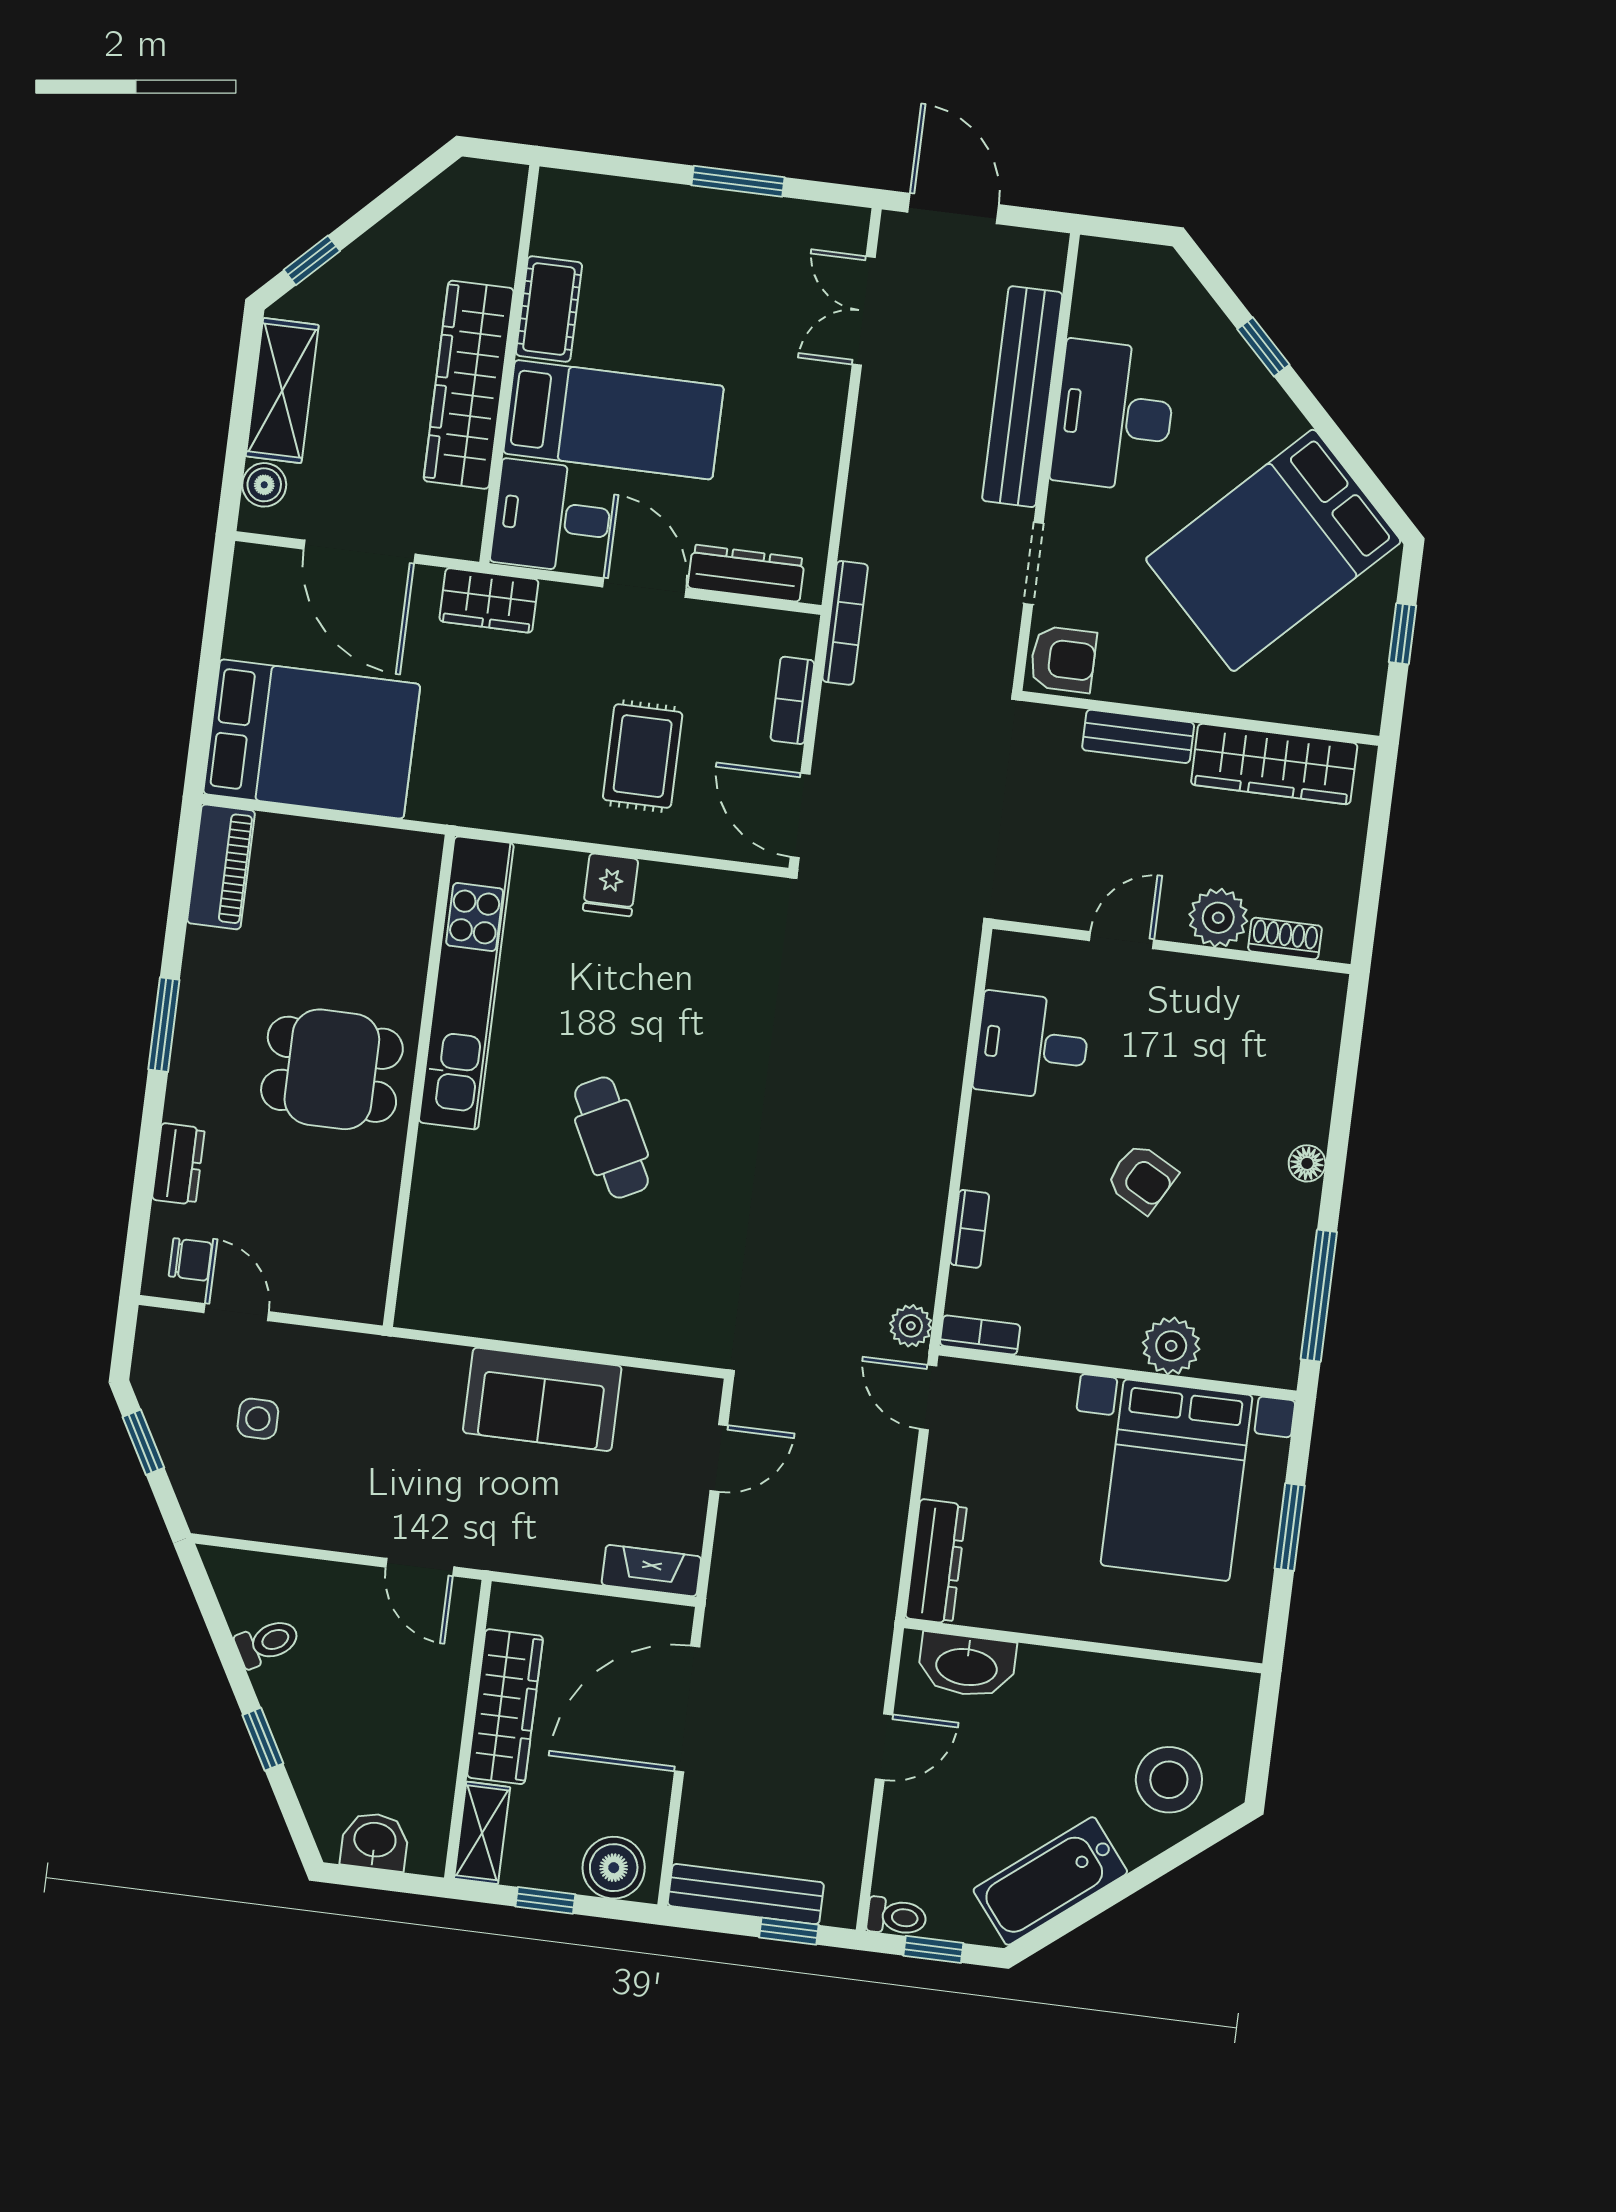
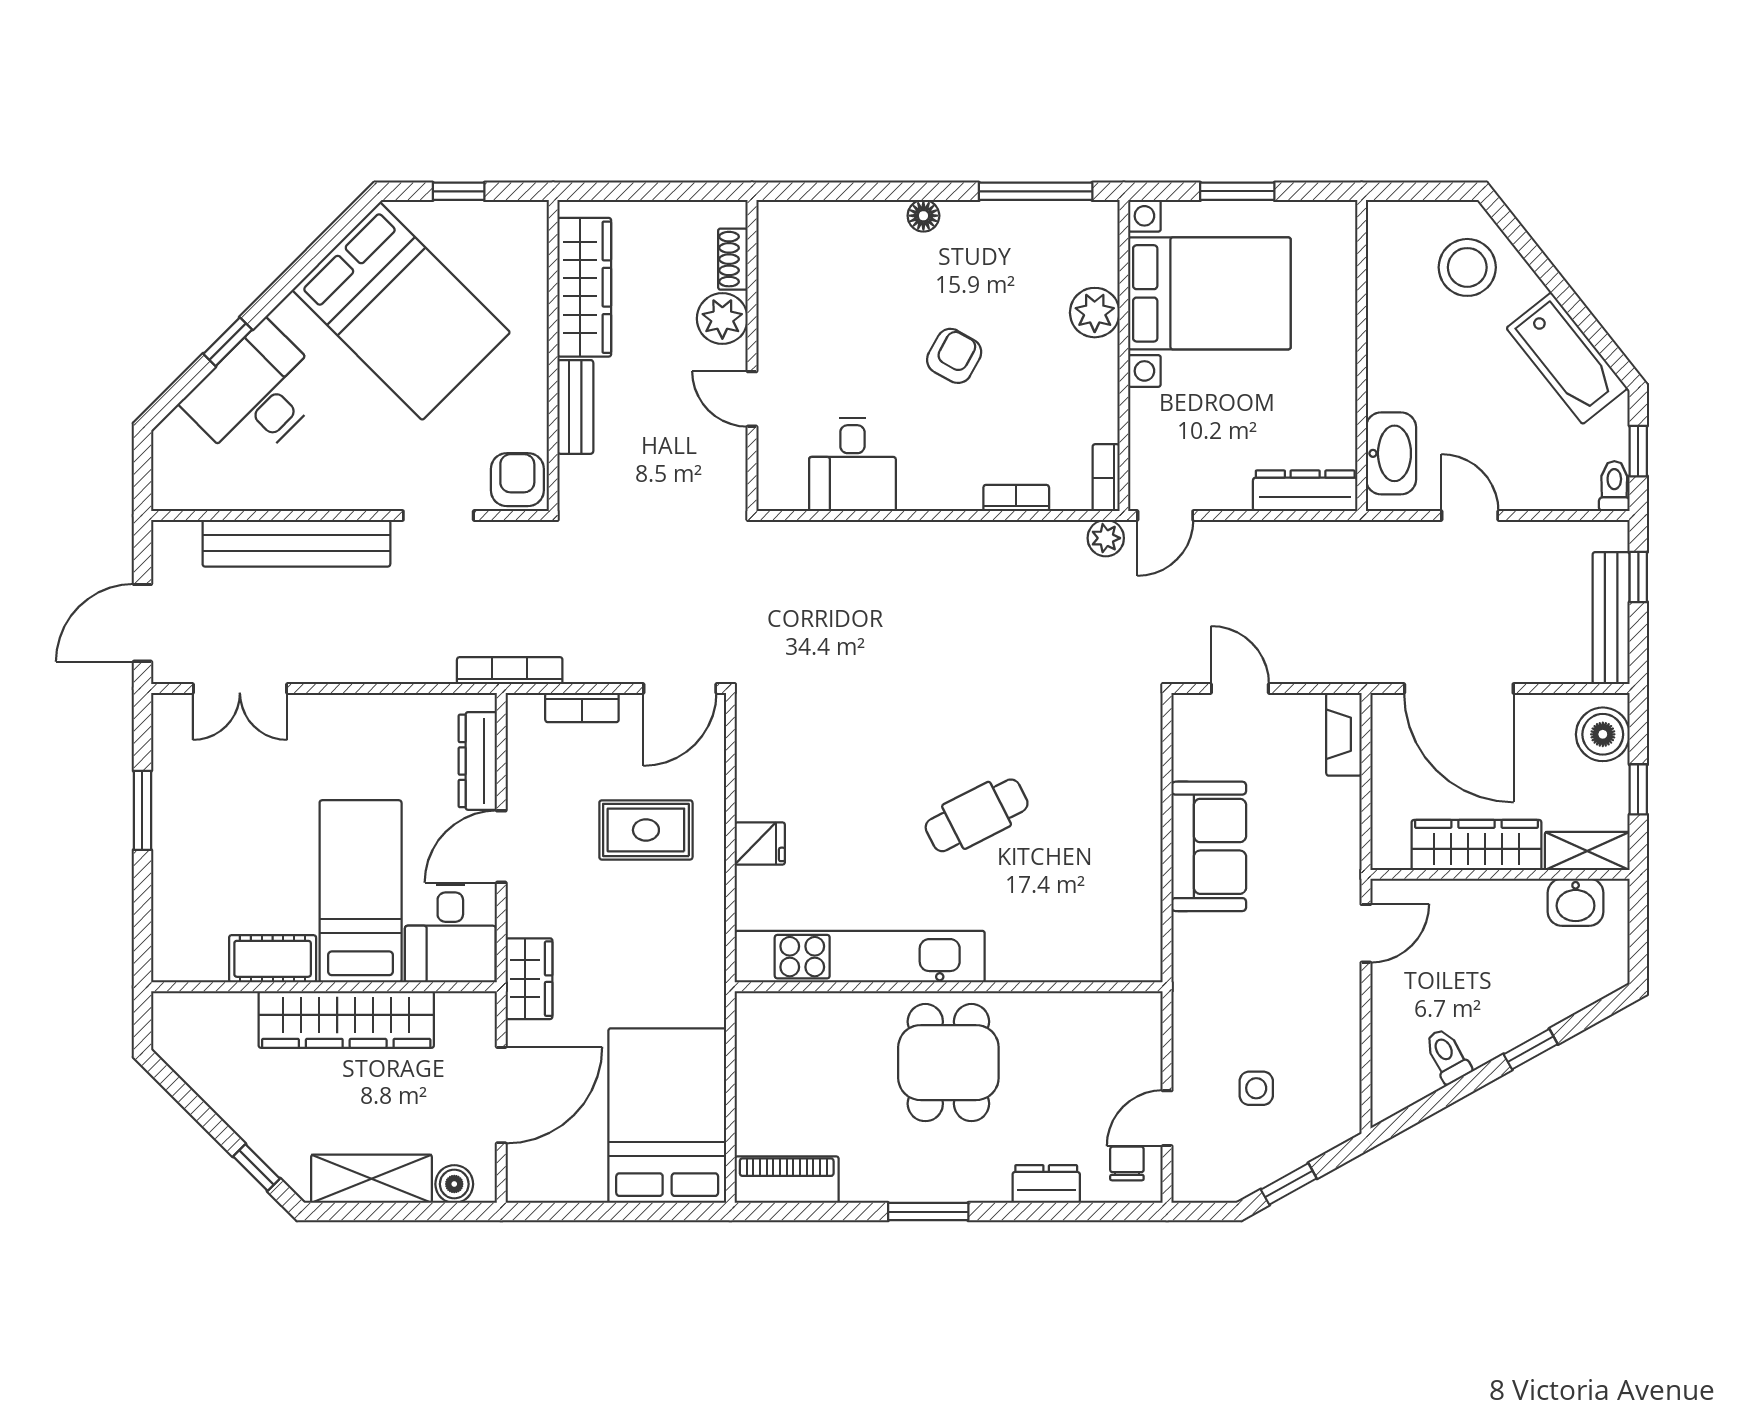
desk: (1114, 416) -> (256, 395), moved, turned 135
washbasin: (375, 1841) -> (1576, 902), moved, turned -90

